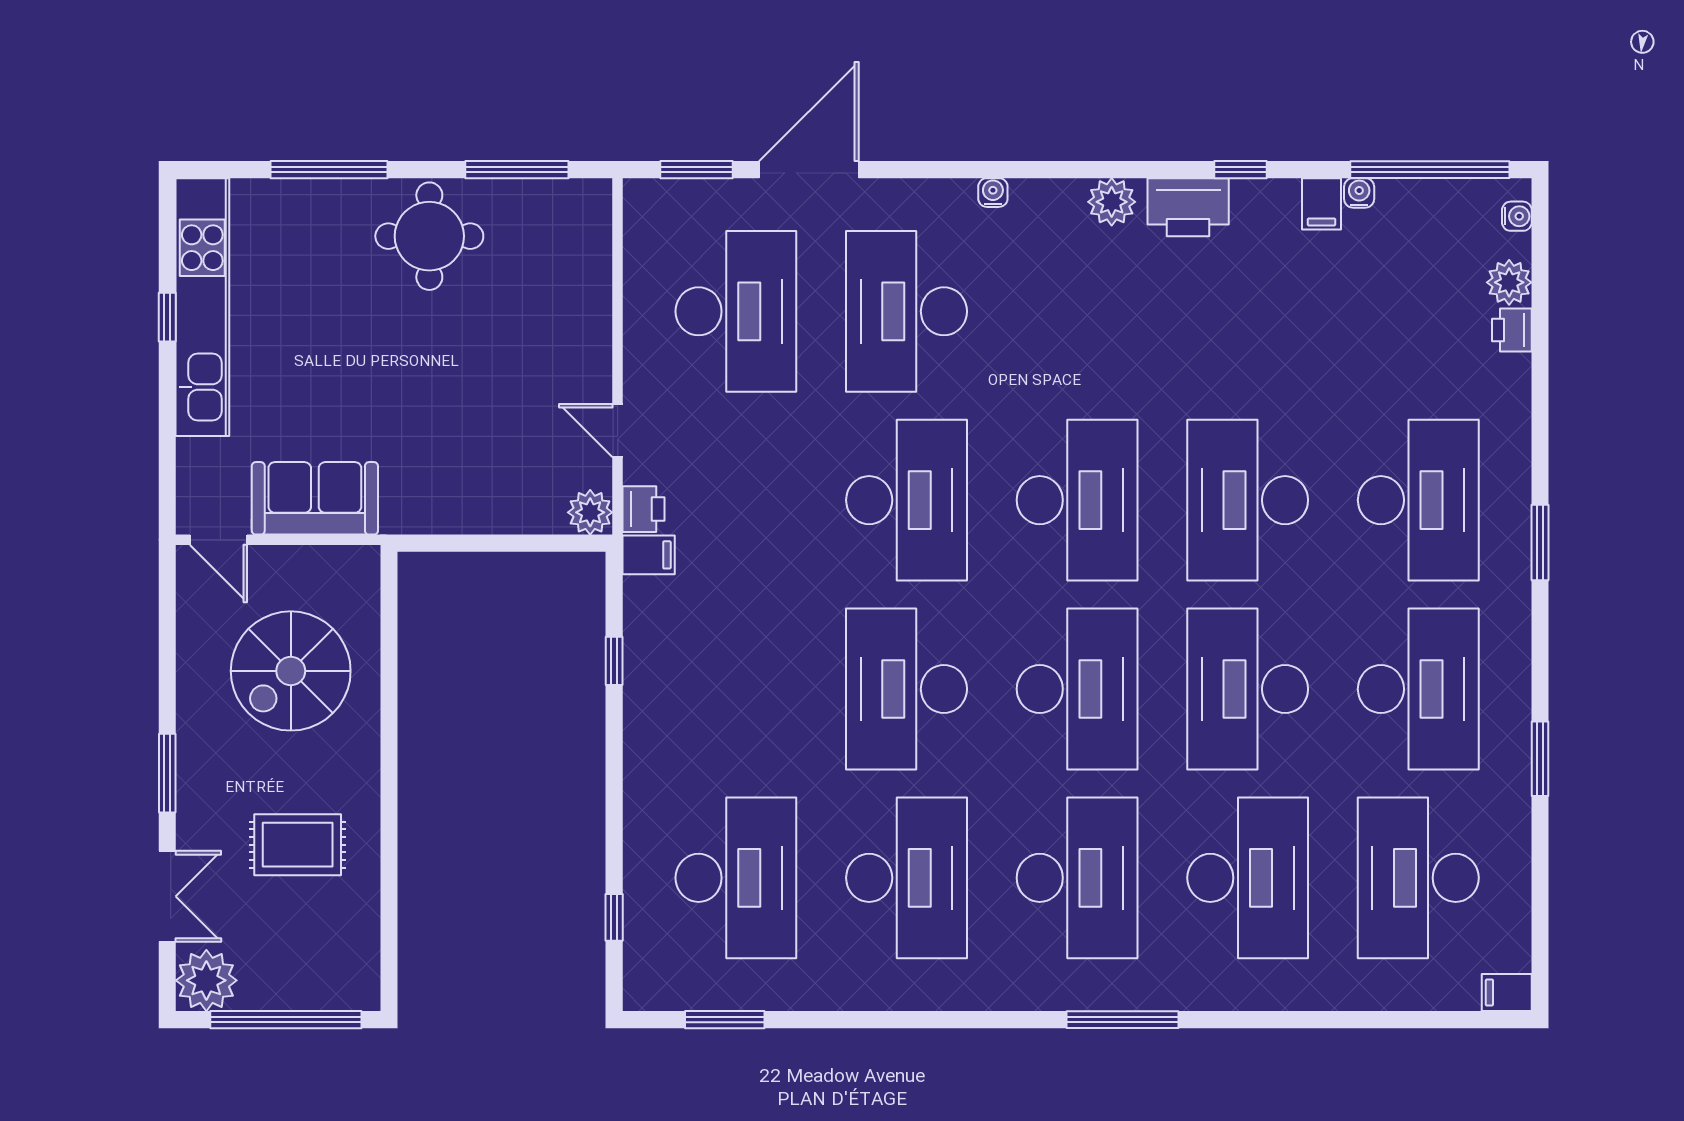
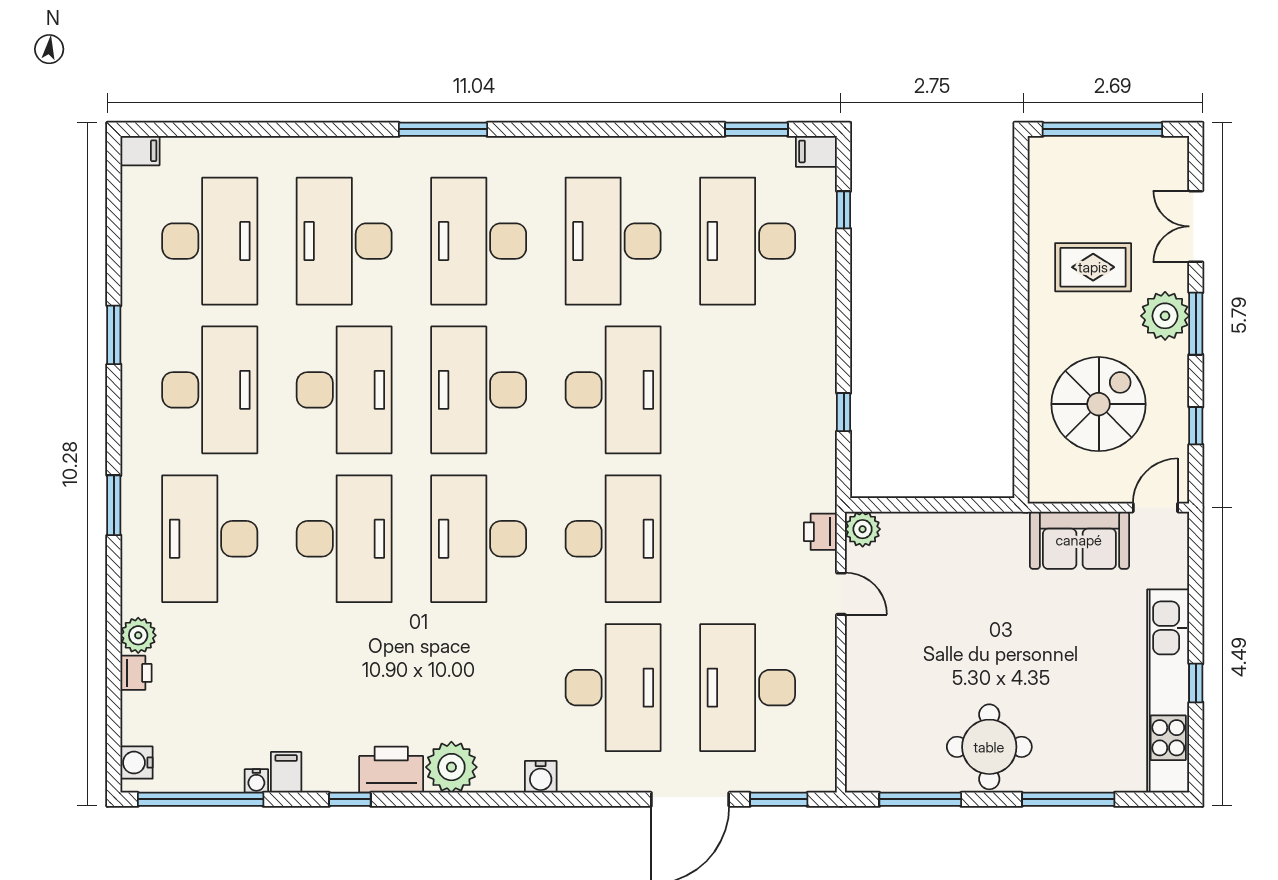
water cooler: (993, 193) -> (541, 777), width x1.38, depth x1.38
plant: (1112, 202) -> (451, 767), width x1.36, depth x1.36
water cooler: (1517, 216) -> (137, 763), width x1.38, depth x1.38
plant: (1509, 282) -> (138, 635), moved
desk: (907, 500) -> (613, 539), turned 180
door: (219, 540) -> (1155, 508), hinge flipped
filing cabinet: (649, 555) -> (816, 151), moved
window: (167, 644) -> (1196, 426), added
desk: (1418, 689) -> (210, 390), turned 180
plant: (206, 980) -> (1165, 316), moved

